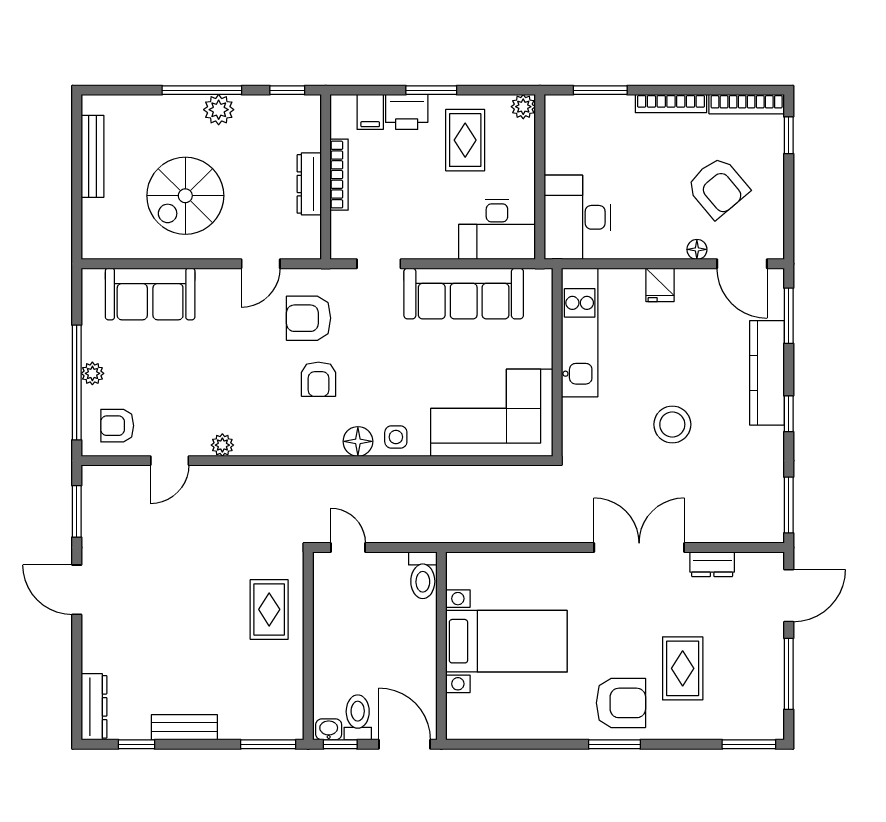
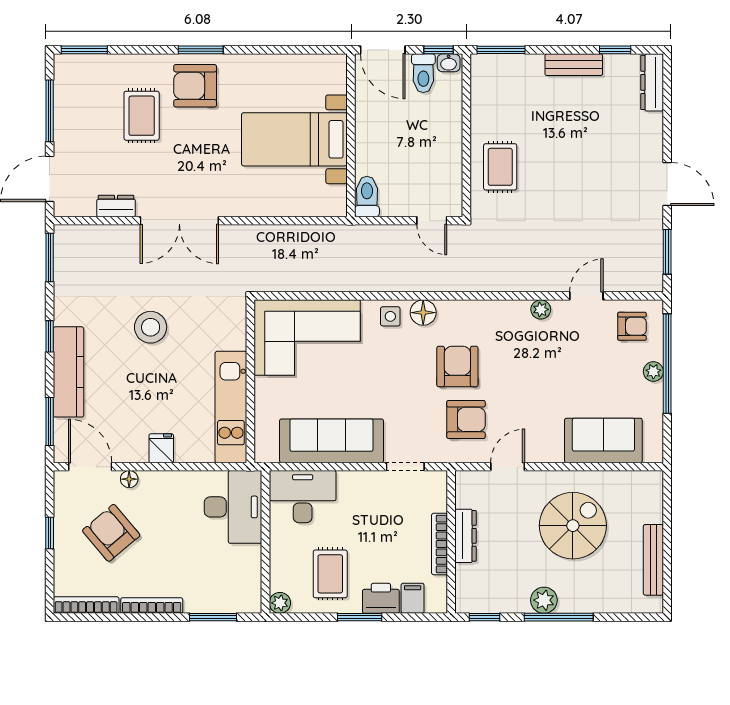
window: (789, 135) -> (50, 533), moved
armchair: (318, 379) -> (457, 366), width x1.38, depth x1.38

